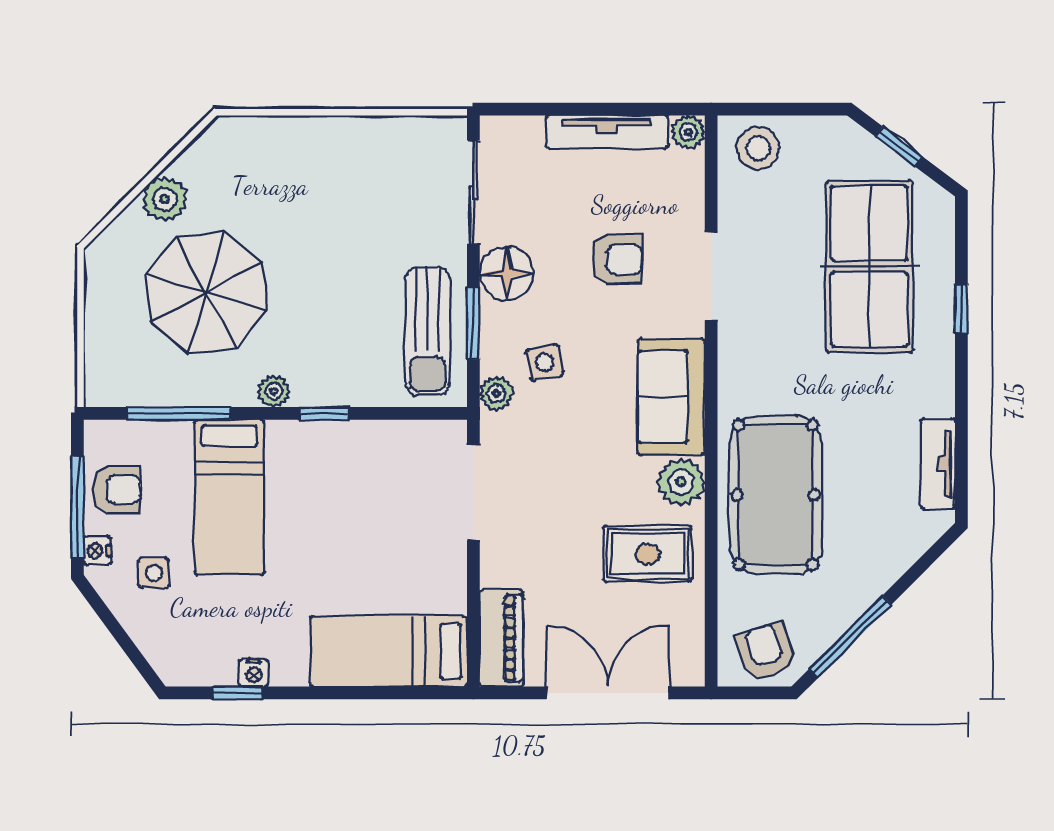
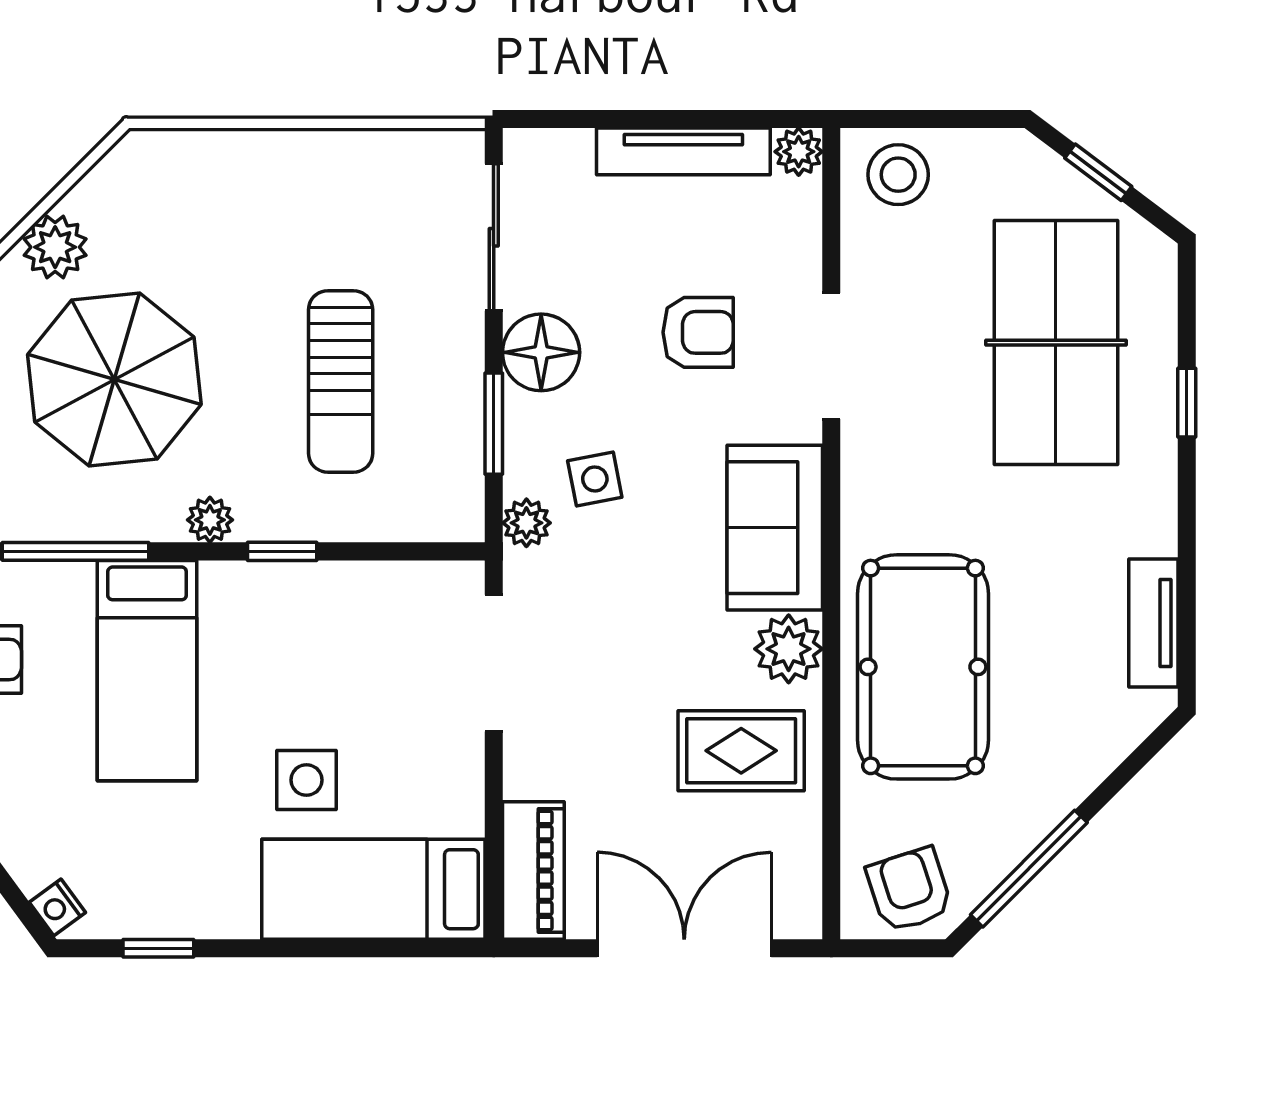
sun lounger: (428, 331) -> (341, 381), moved
side table: (154, 573) -> (306, 780), moved, width x1.37, depth x1.37
nightstand: (254, 673) -> (57, 907), moved, turned 54

